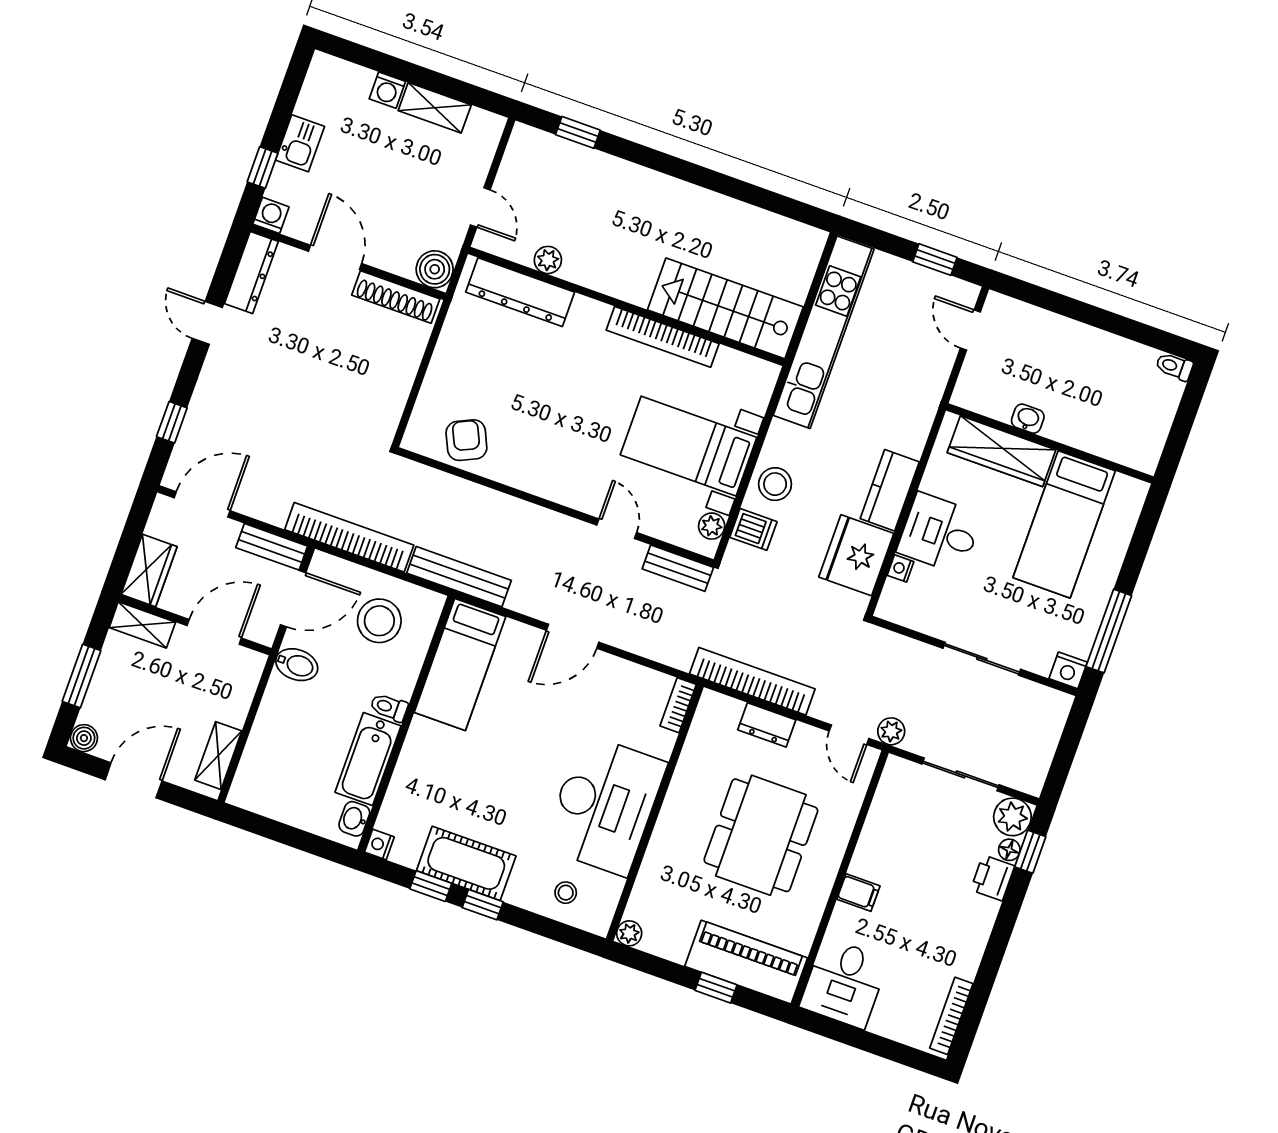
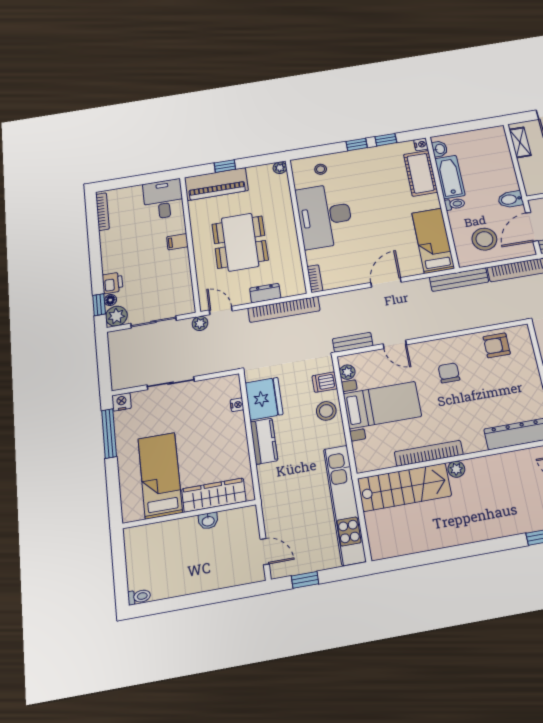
plant: (548, 260) -> (456, 469), moved
chair: (563, 439) -> (449, 373), added
armchair: (466, 440) -> (497, 345), turned 115
desk: (940, 533) -> (226, 434), removed
cot: (466, 863) -> (421, 173), moved, turned 90

